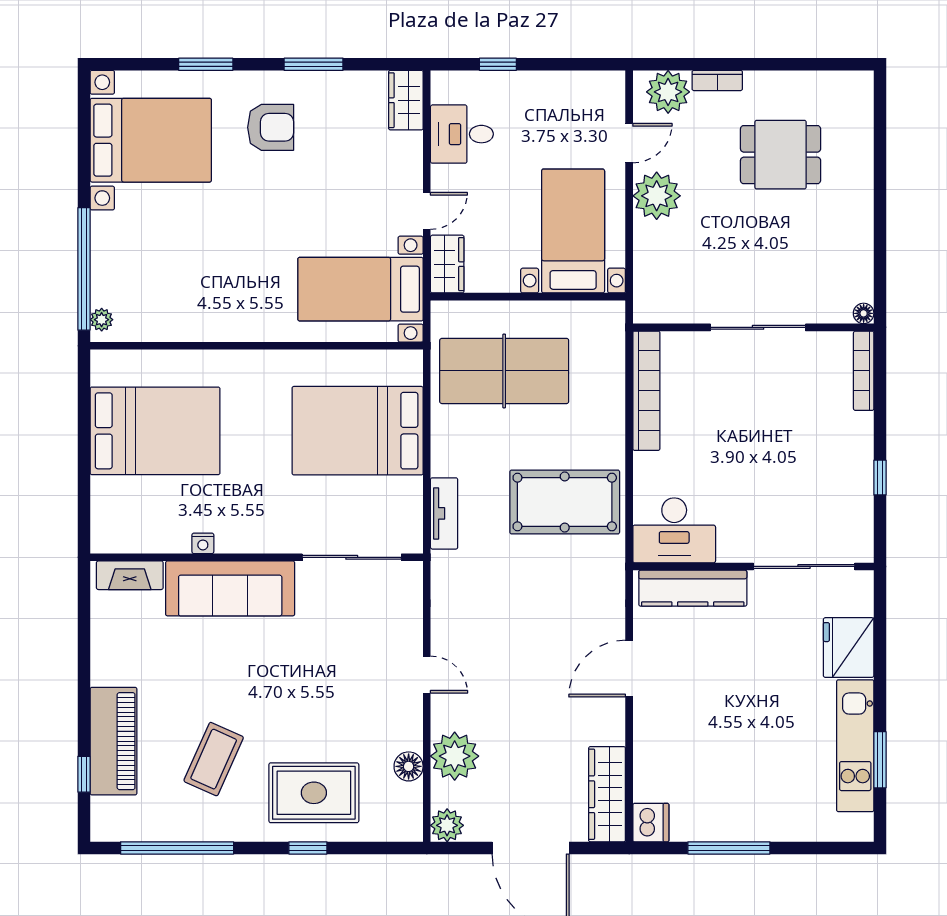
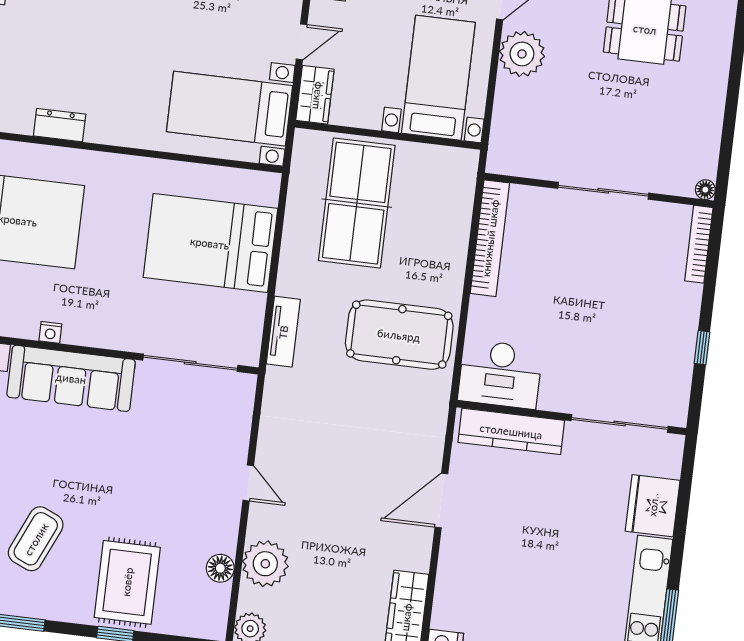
dresser: (186, 328) -> (60, 125), added
table tennis table: (504, 371) -> (357, 203), turned 90
rug: (314, 793) -> (127, 582), turned 90

